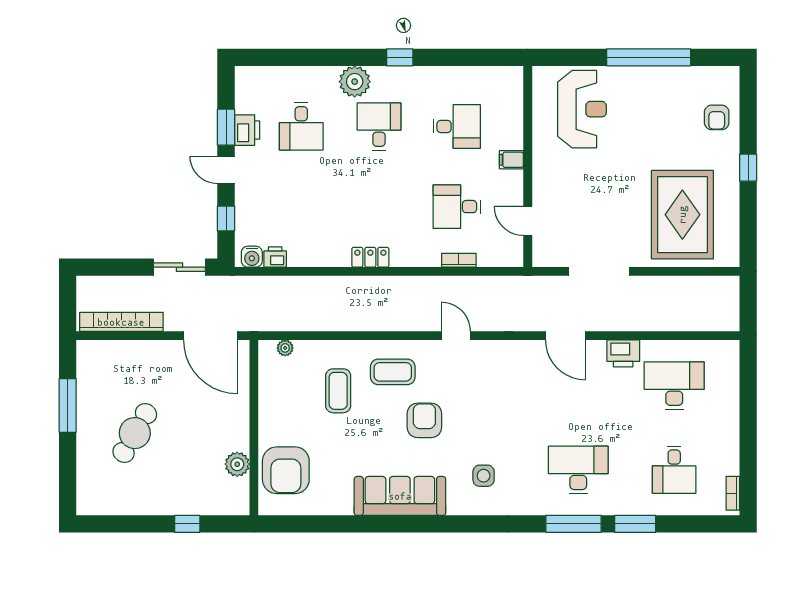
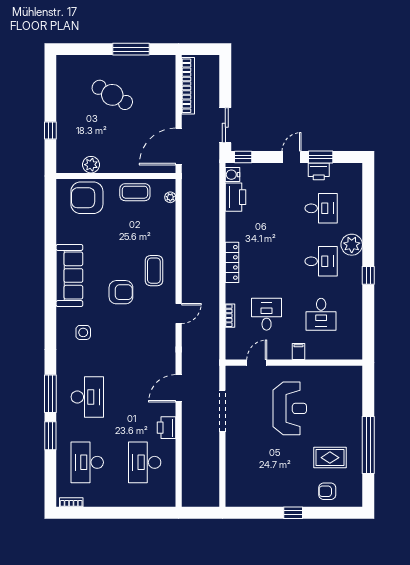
reception desk: (582, 109) -> (290, 408), moved, turned -90
desk: (301, 126) -> (321, 208), turned 180
rug: (682, 215) -> (330, 458), moved, width x0.54, depth x0.49
window: (226, 218) -> (243, 157), moved
printer: (275, 257) -> (236, 197), width x1.87, depth x1.48
locker: (370, 257) -> (232, 262), width x1.53
desk: (674, 386) -> (145, 462), turned 180
coffee table: (338, 391) -> (135, 192), moved
desk: (674, 470) -> (87, 462), width x1.37

